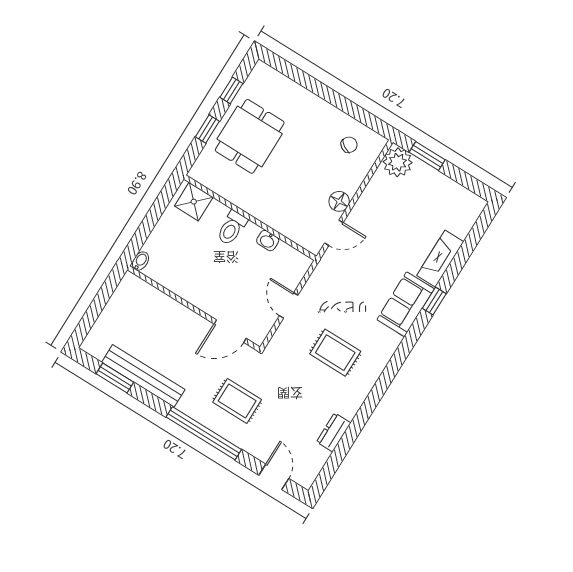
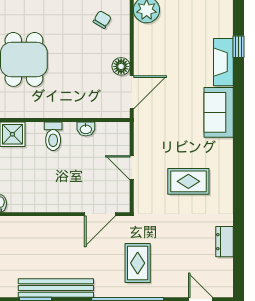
door: (334, 233) -> (132, 92), width x1.38
window: (434, 301) -> (239, 47), moved
rug: (237, 401) -> (138, 263), turned 90

